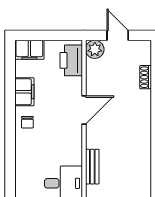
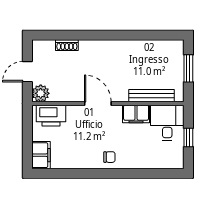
filing cabinet: (24, 92) -> (136, 114), moved, turned 180
bench: (92, 167) -> (151, 96), width x1.36

